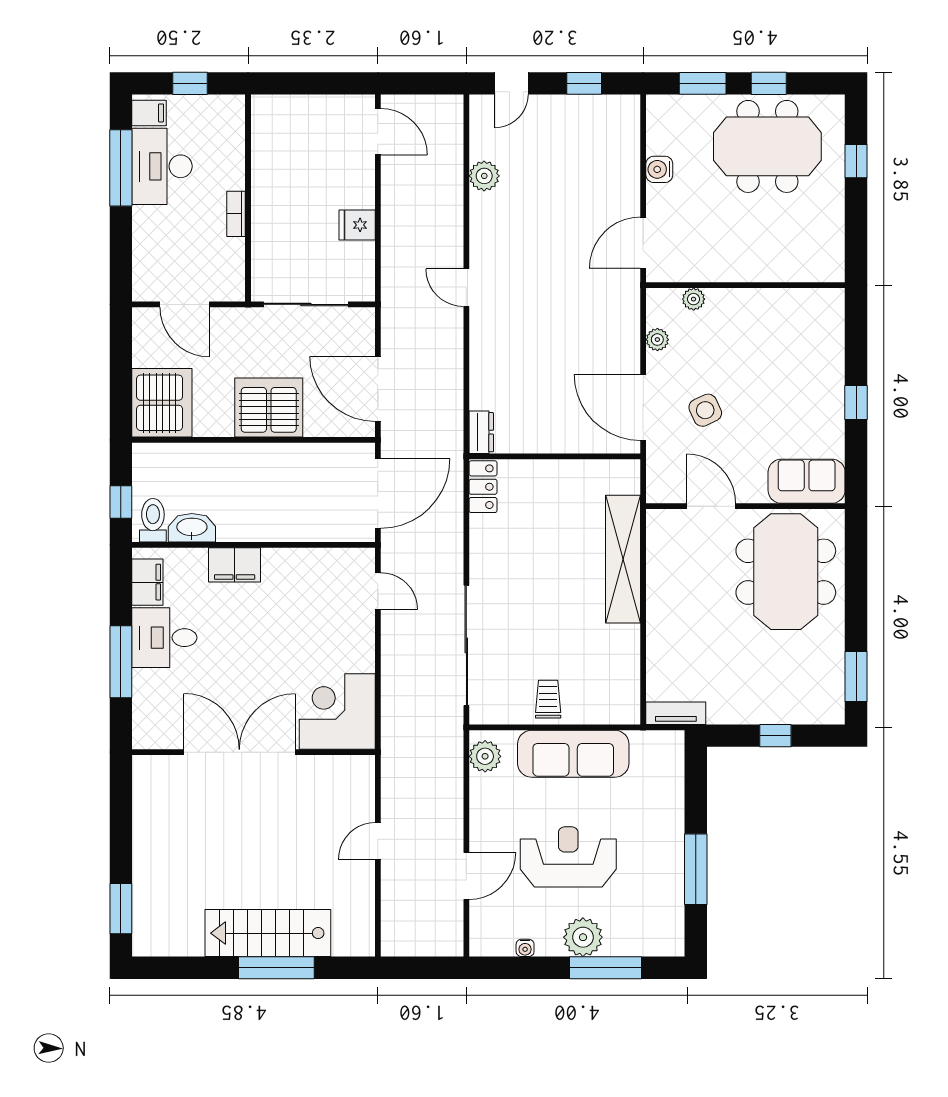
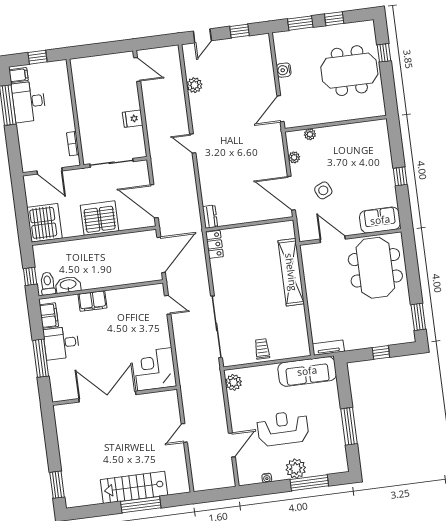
meeting table: (767, 146) -> (349, 71), moved
bookcase: (236, 214) -> (73, 144), moved
sofa: (573, 754) -> (307, 371), moved

